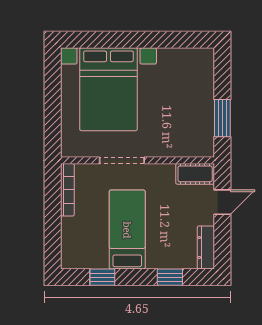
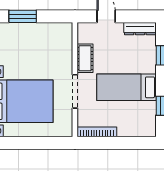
window: (222, 118) -> (23, 16), moved
cot: (195, 174) -> (85, 58), moved

